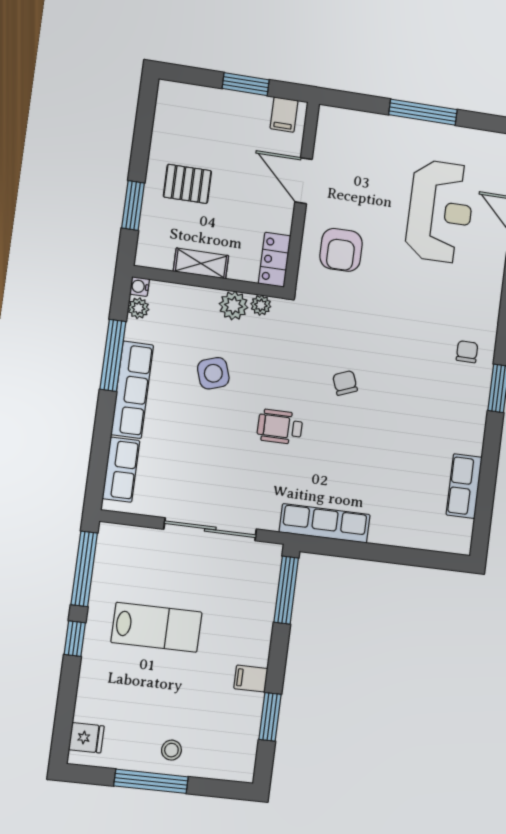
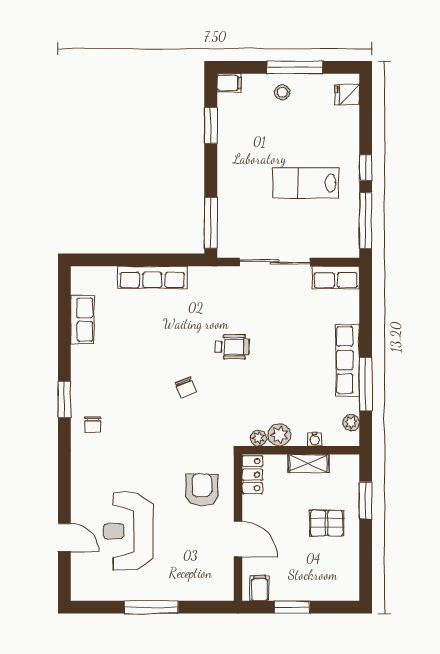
water cooler: (140, 287) -> (315, 439), moved, turned 90
side table: (213, 373) -> (288, 381), removed
row of seats: (121, 470) -> (336, 277), moved, turned -90
row of seats: (325, 523) -> (152, 277), moved
filing cabinet: (251, 679) -> (229, 83), moved

